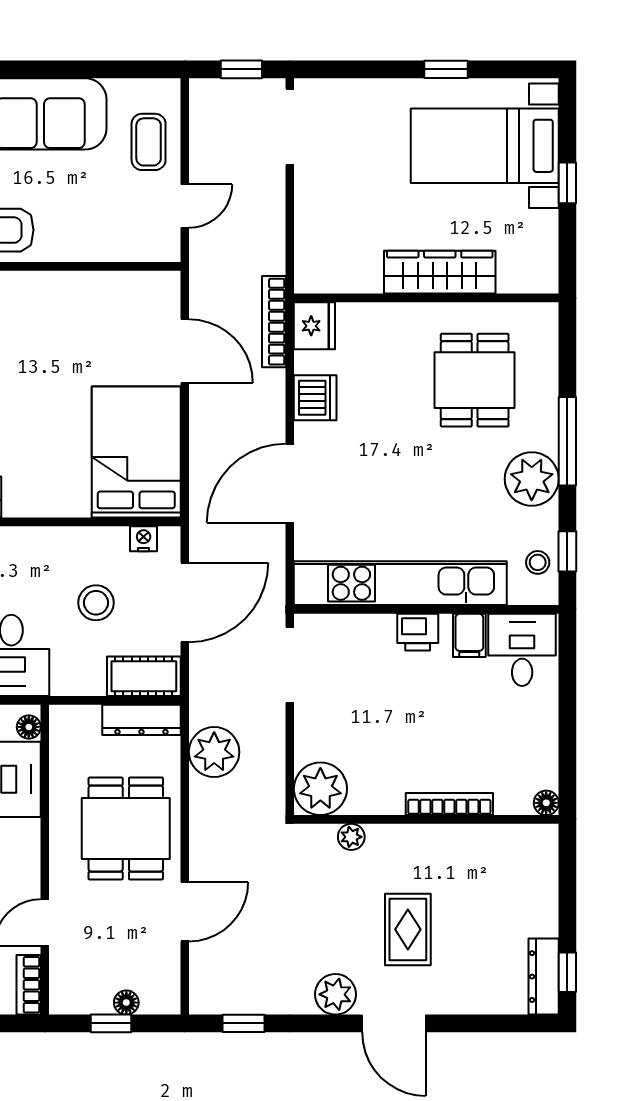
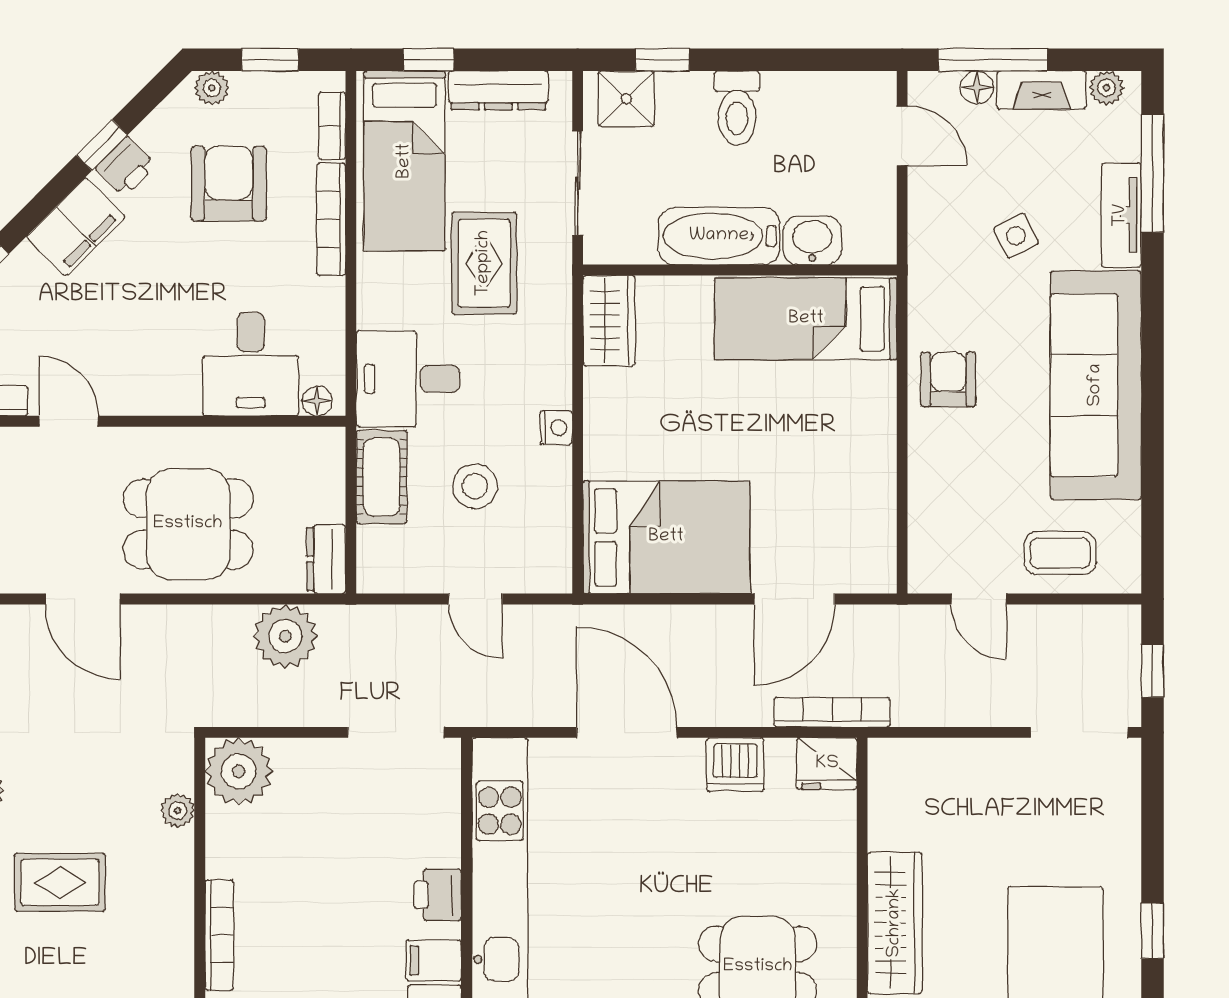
nightstand: (144, 539) -> (556, 428), moved
door: (185, 602) -> (475, 599), width x0.53
cot: (144, 676) -> (382, 477), moved
dresser: (141, 720) -> (326, 559), width x0.70

